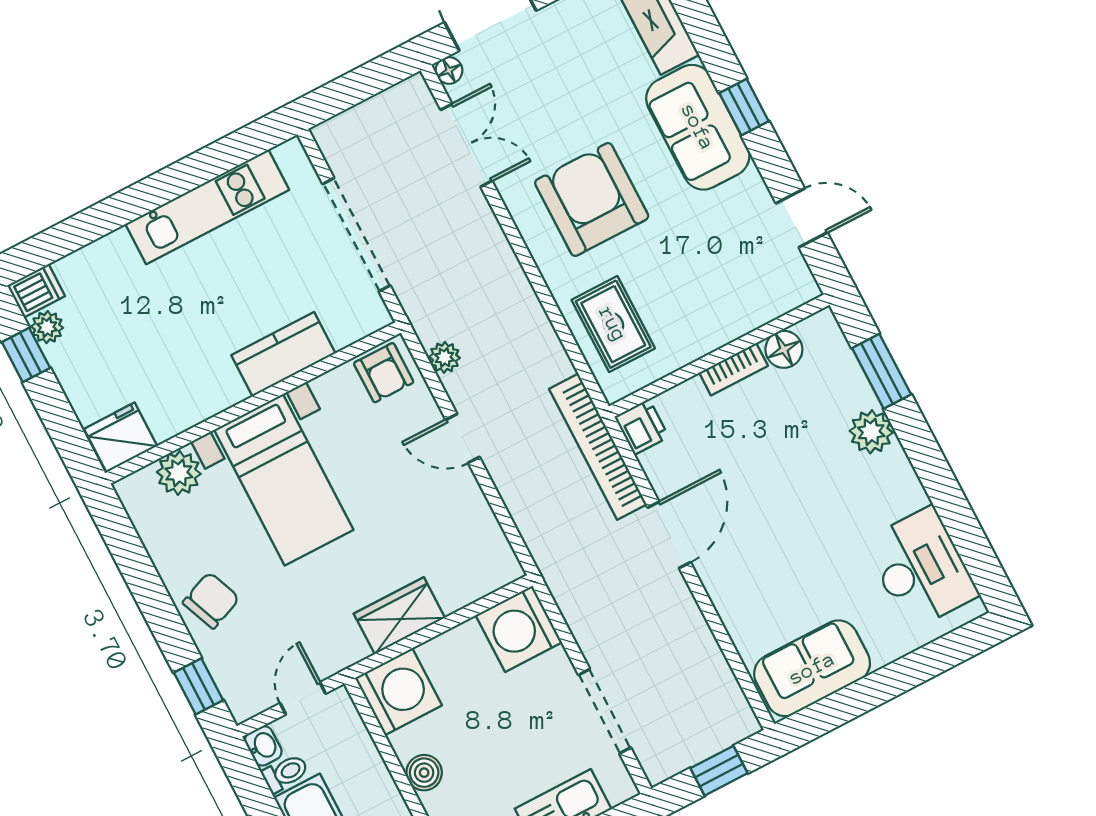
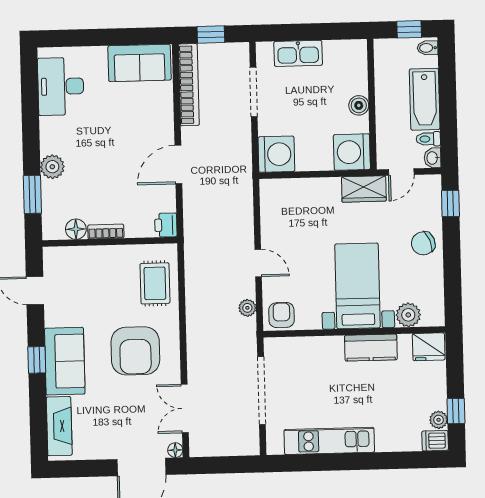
kitchen counter: (283, 354) -> (371, 348), moved
bookcase: (598, 447) -> (189, 85), moved
wardrobe: (399, 616) -> (364, 189), moved

